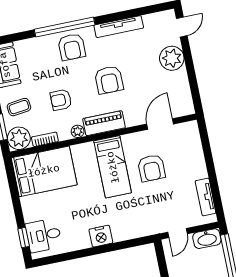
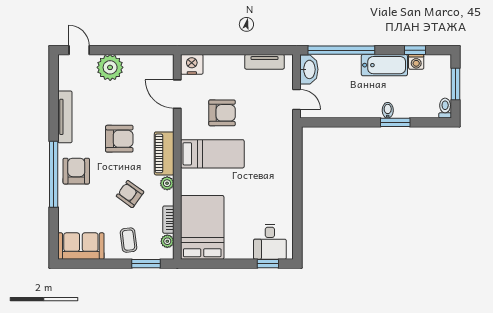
armchair: (72, 47) -> (76, 171), turned -90
armchair: (61, 100) -> (130, 194), turned 126
plant: (19, 138) -> (167, 241), width x0.53, depth x0.53
nightstand: (101, 236) -> (192, 64), moved, turned -90

